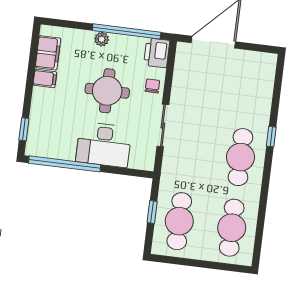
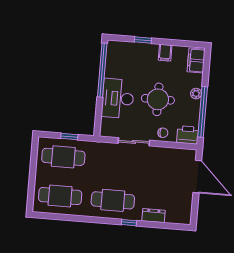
filing cabinet: (48, 53) -> (196, 61), moved, turned 90
dresser: (263, 103) -> (153, 216), added
window: (24, 129) -> (143, 40), moved

